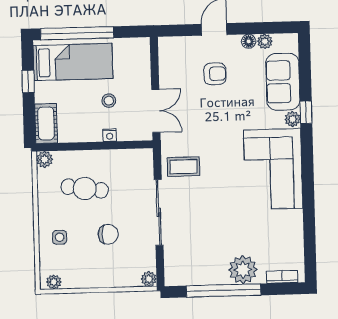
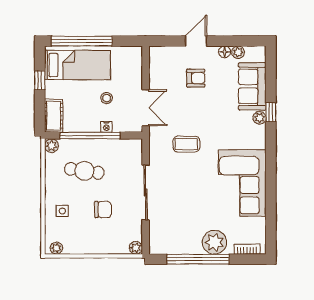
window: (90, 146) -> (90, 135), added
coffee table: (183, 167) -> (186, 144), moved
corner sofa: (273, 169) -> (242, 183), moved

